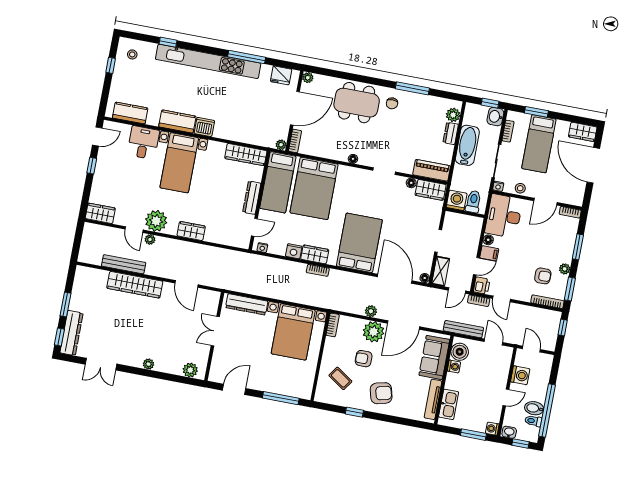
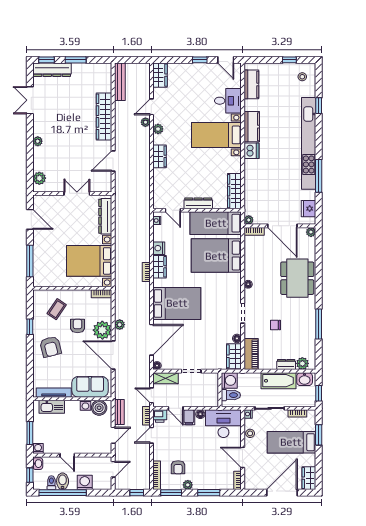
chair: (392, 103) -> (275, 325), moved
washbasin: (495, 117) -> (305, 379), moved, turned 180
plant: (156, 221) -> (158, 129), width x0.53, depth x0.53
bench: (124, 264) -> (120, 82), moved
bench: (463, 329) -> (119, 412), width x0.73
washing machine: (520, 375) -> (85, 482), moved, turned 180

